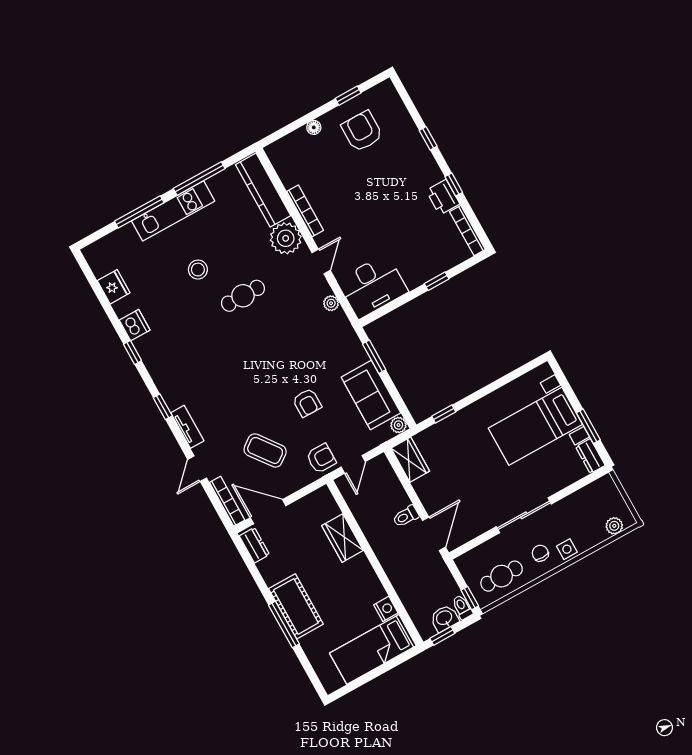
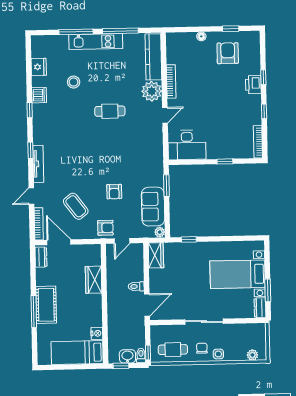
printer: (443, 197) -> (253, 85), moved
stool: (198, 270) -> (74, 82), moved
plant: (331, 303) -> (158, 142), removed
tv unit: (187, 427) -> (38, 164), width x1.41

